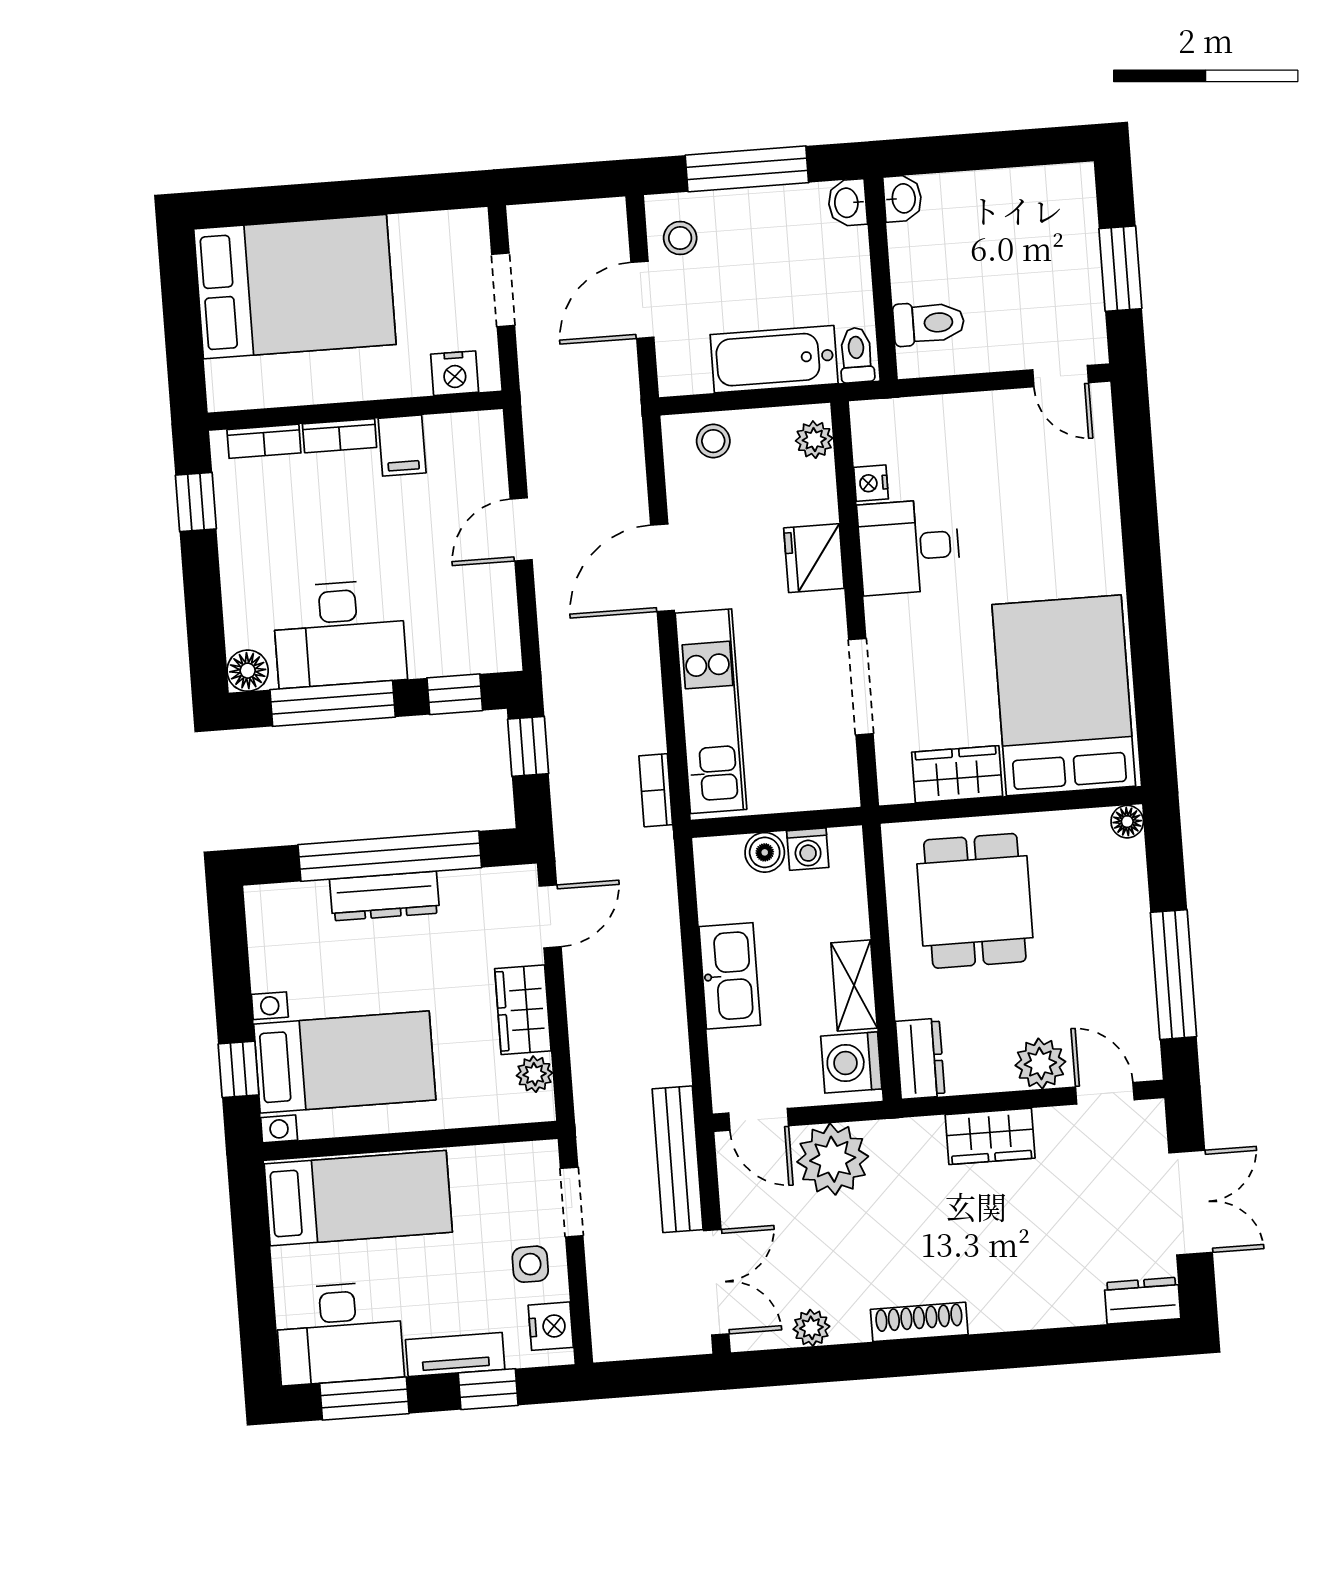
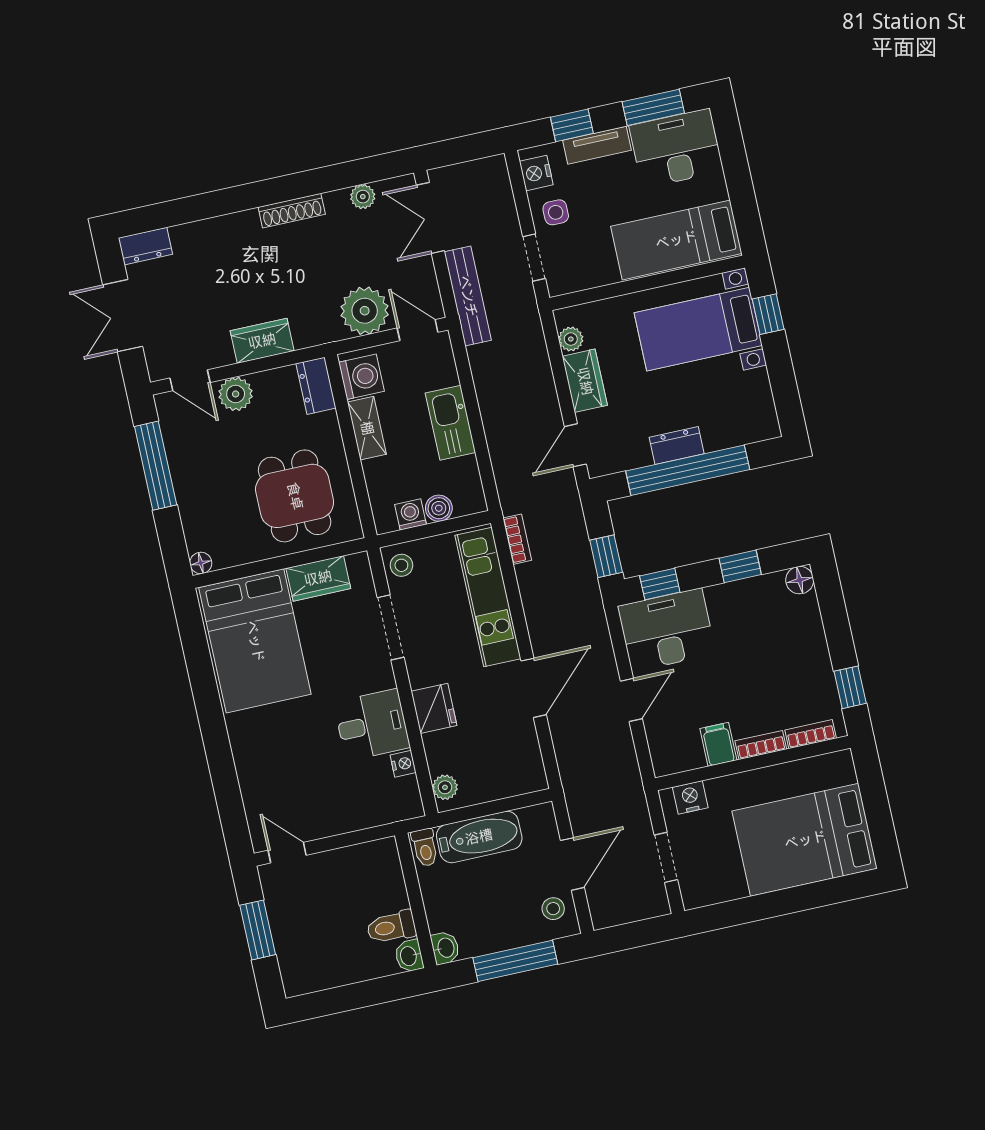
toilet: (929, 323) -> (391, 927), moved
stool: (713, 441) -> (401, 565), moved
desk: (340, 634) -> (667, 630), moved
window: (333, 703) -> (740, 566), width x0.46
dresser: (385, 896) -> (677, 446), width x0.70

